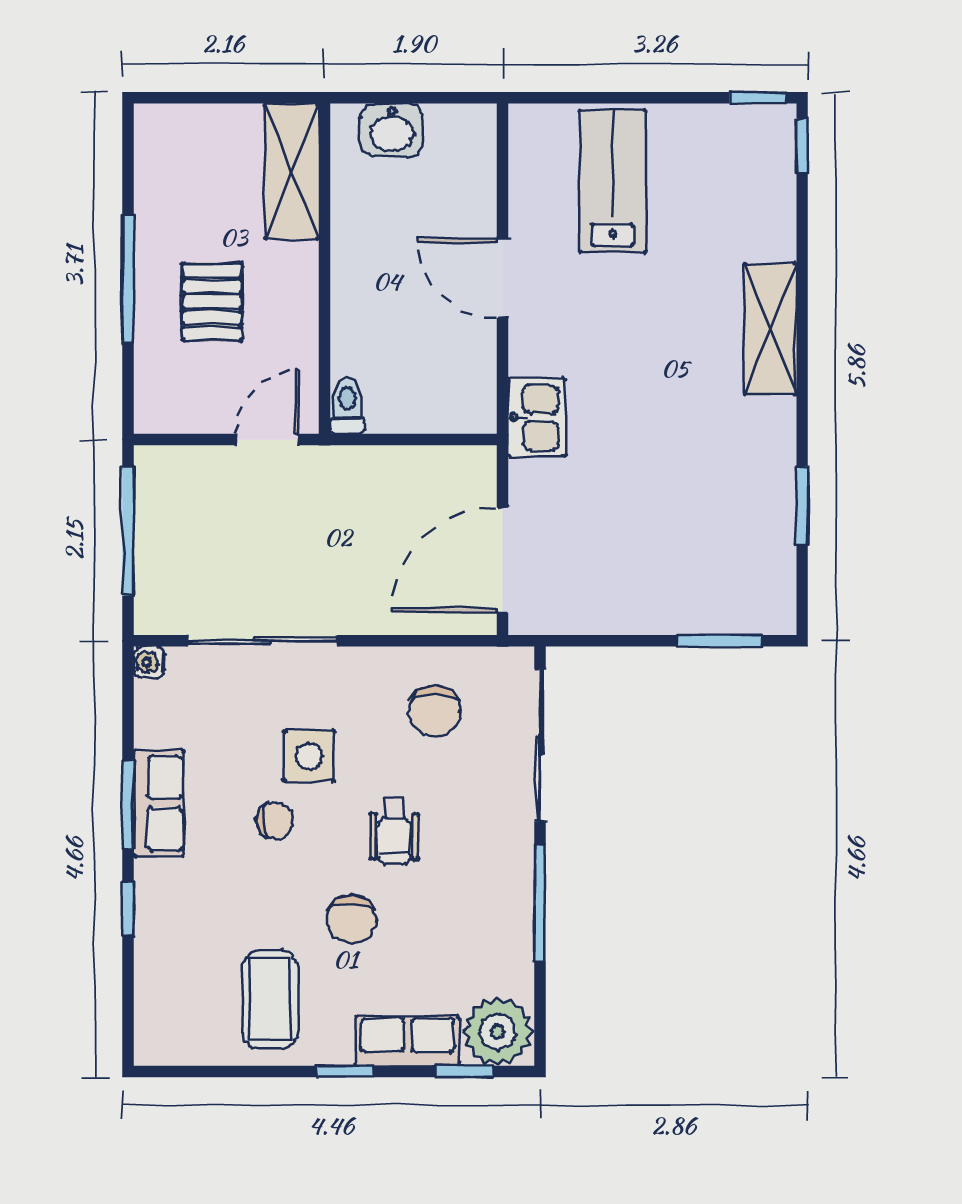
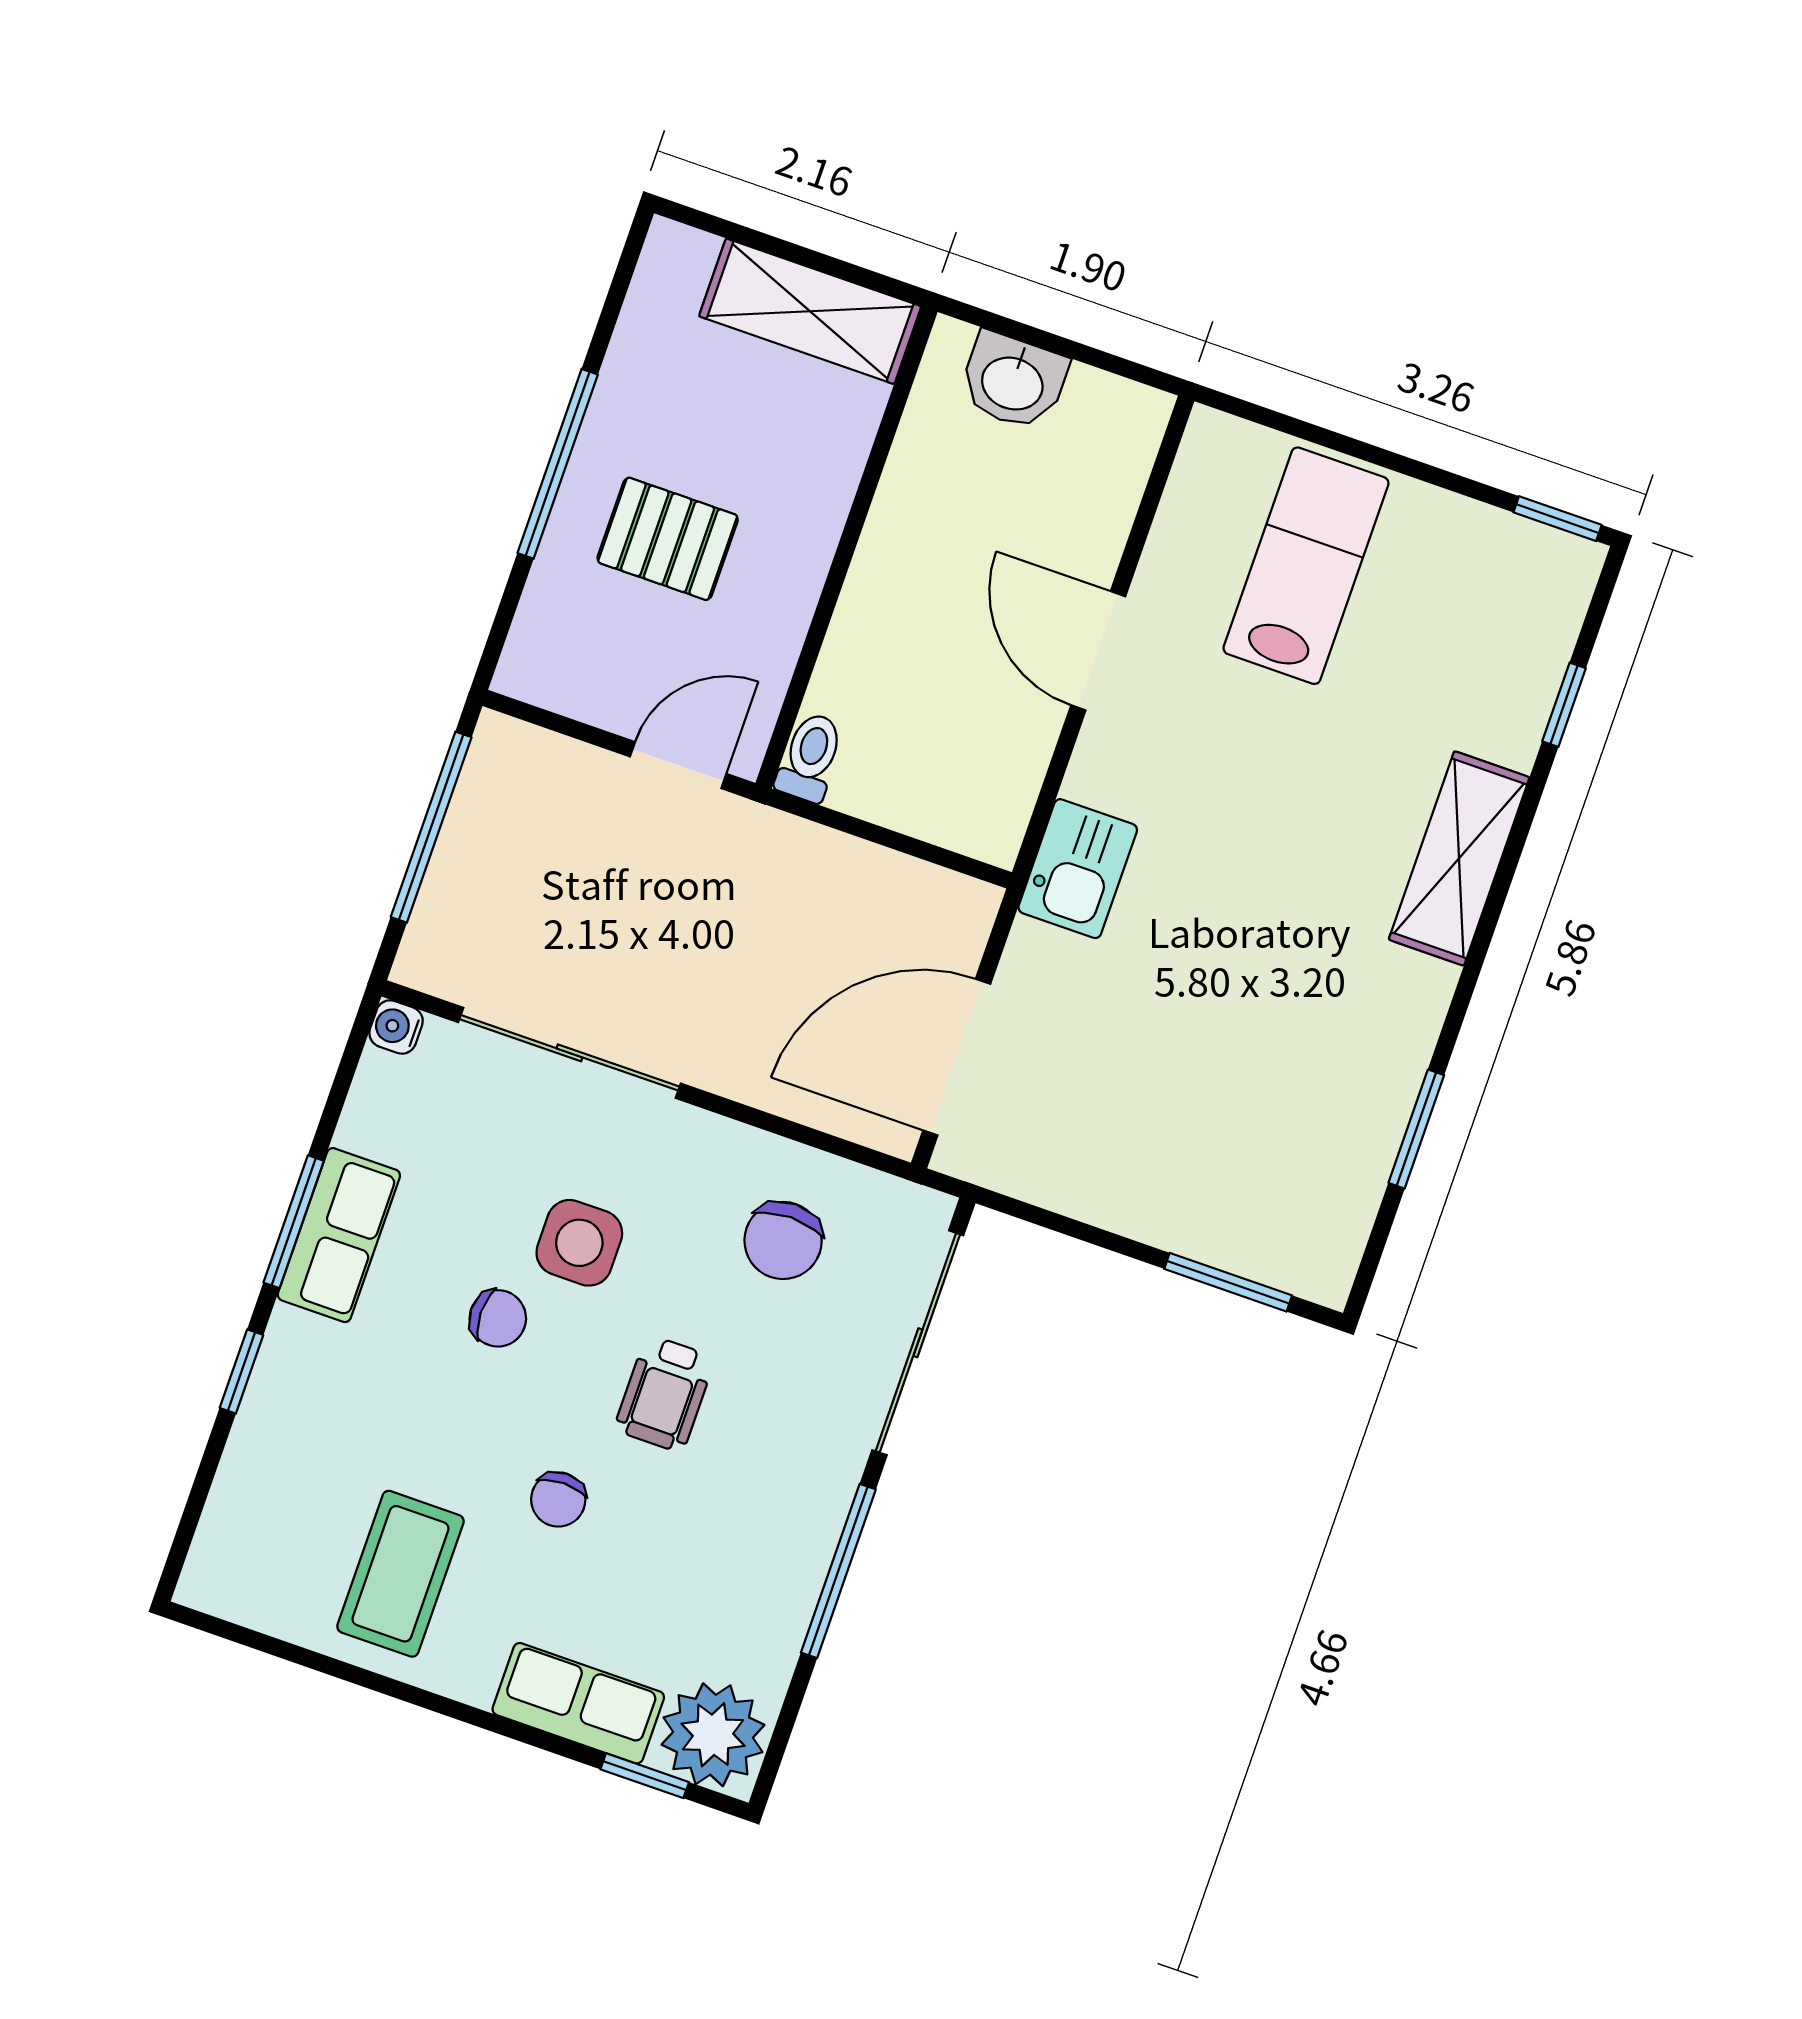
window: (802, 146) -> (1564, 705), moved
shelving: (292, 171) -> (810, 311), moved, turned 90
pallet: (212, 302) -> (668, 539), turned 90
chair: (351, 919) -> (558, 1499), width x0.73, depth x0.73
window: (345, 1072) -> (473, 1716), removed

